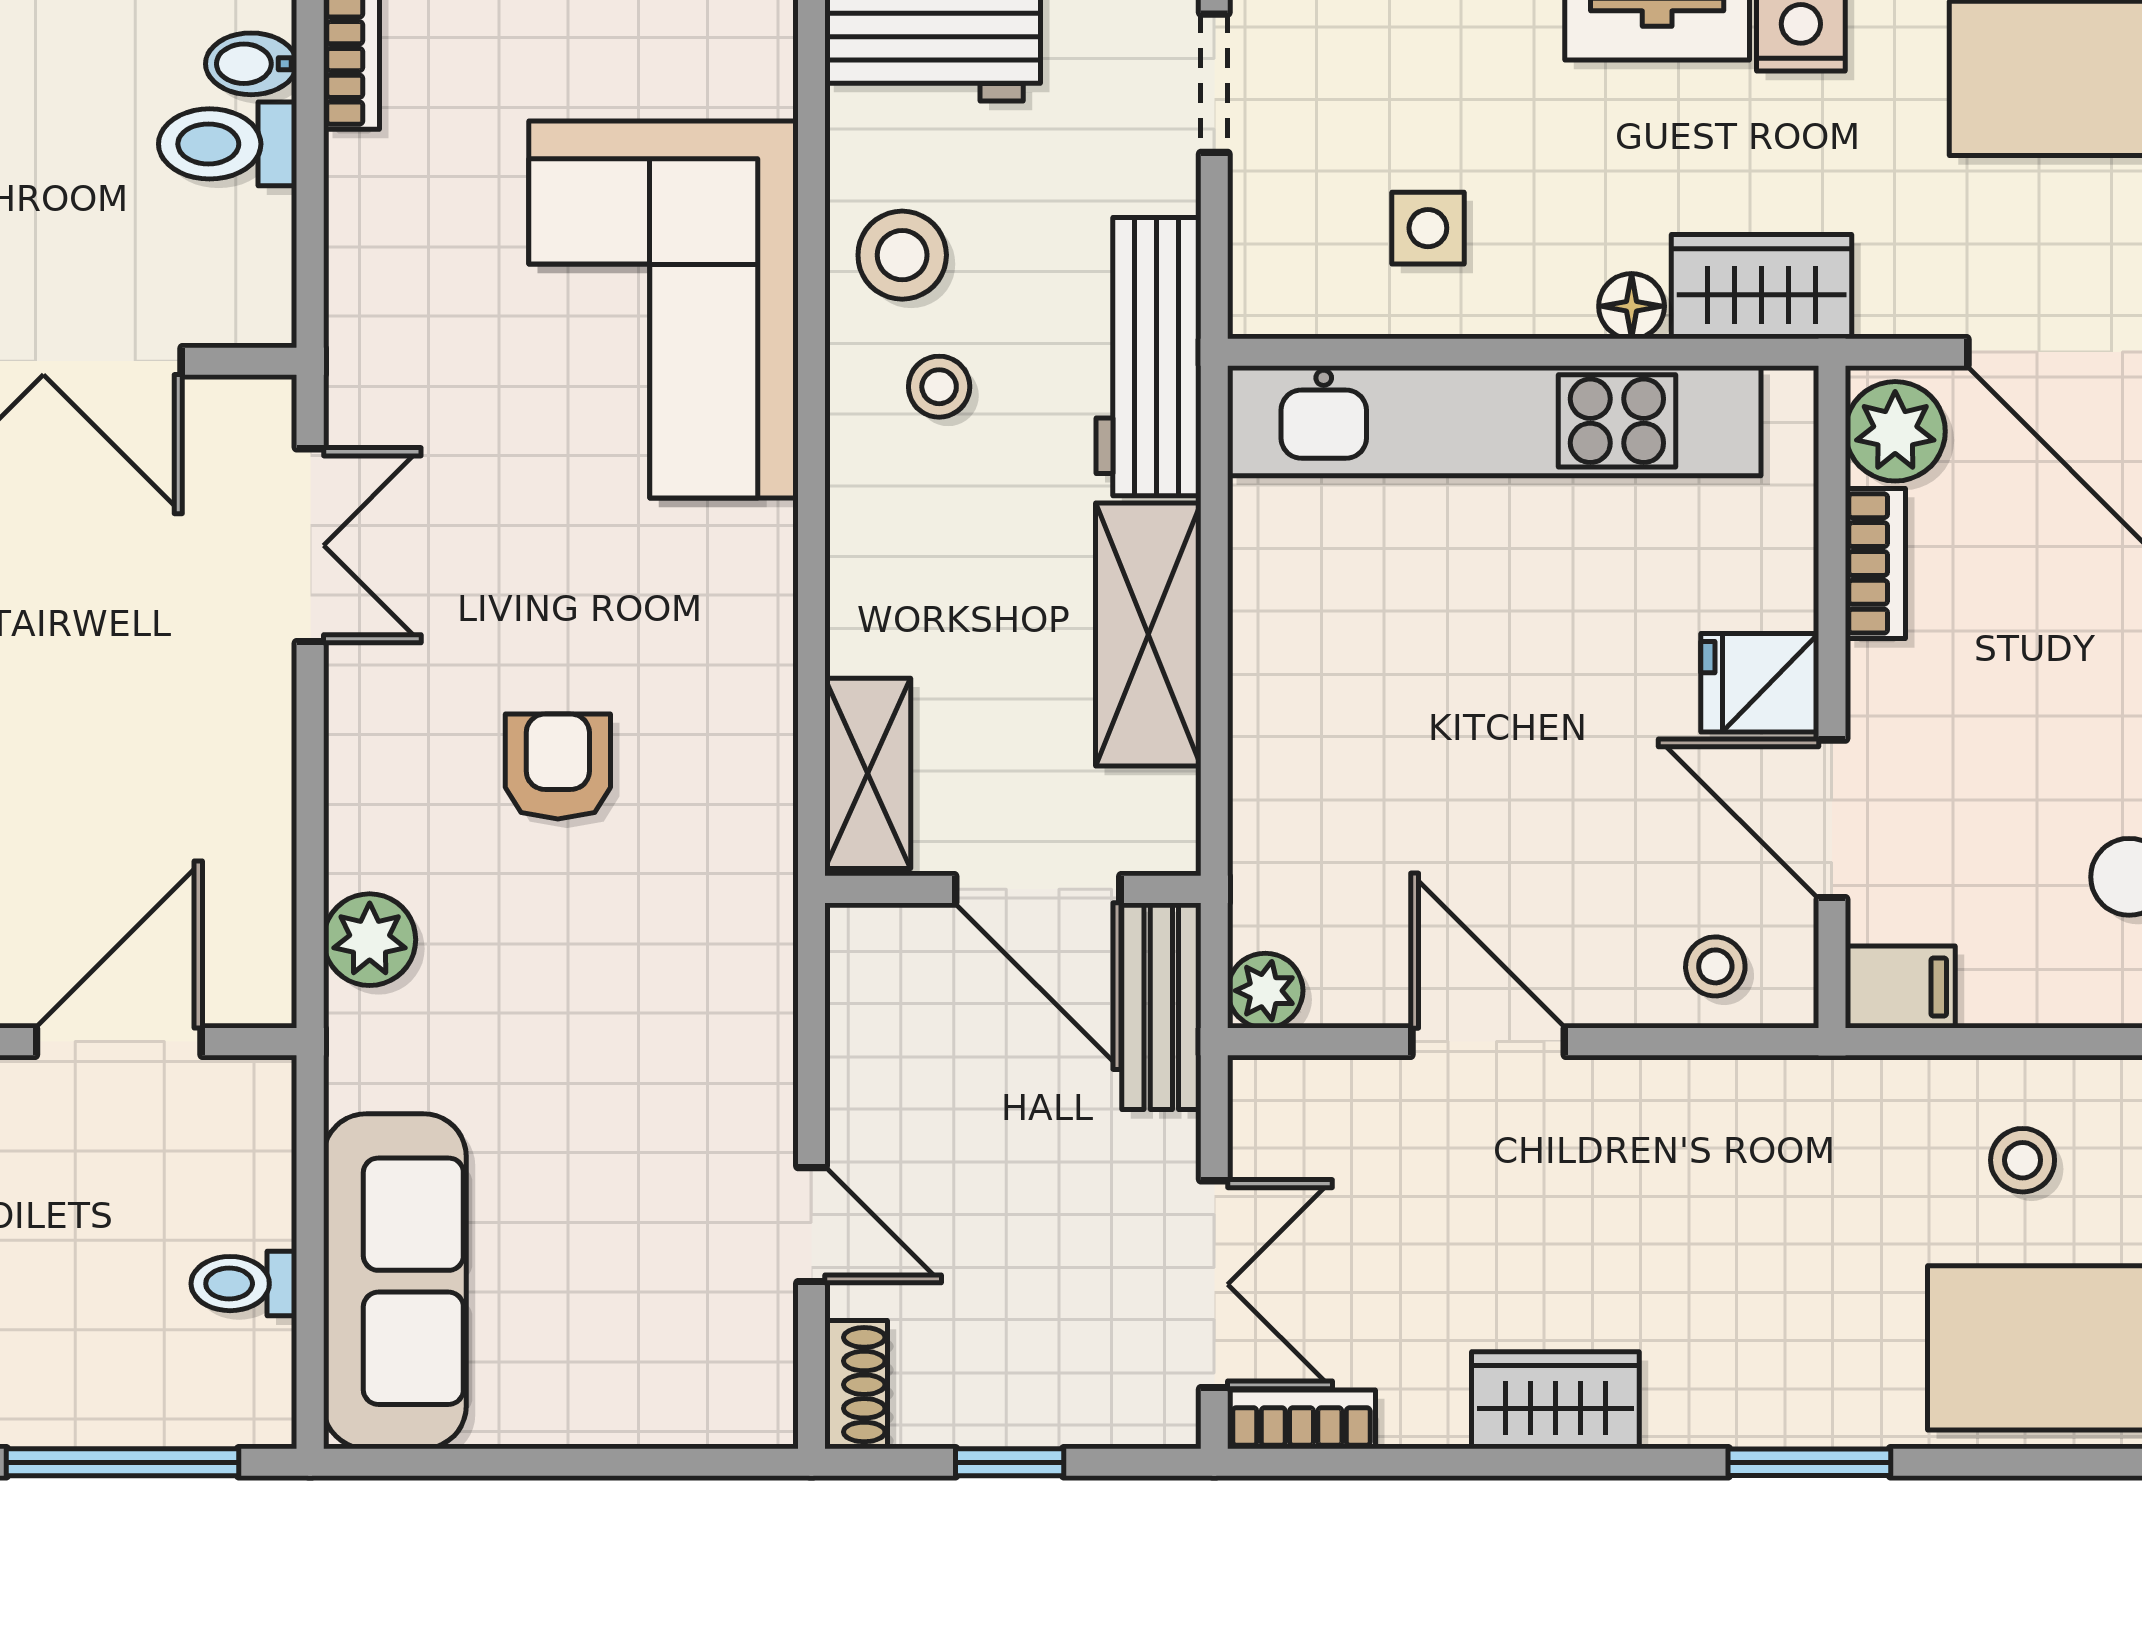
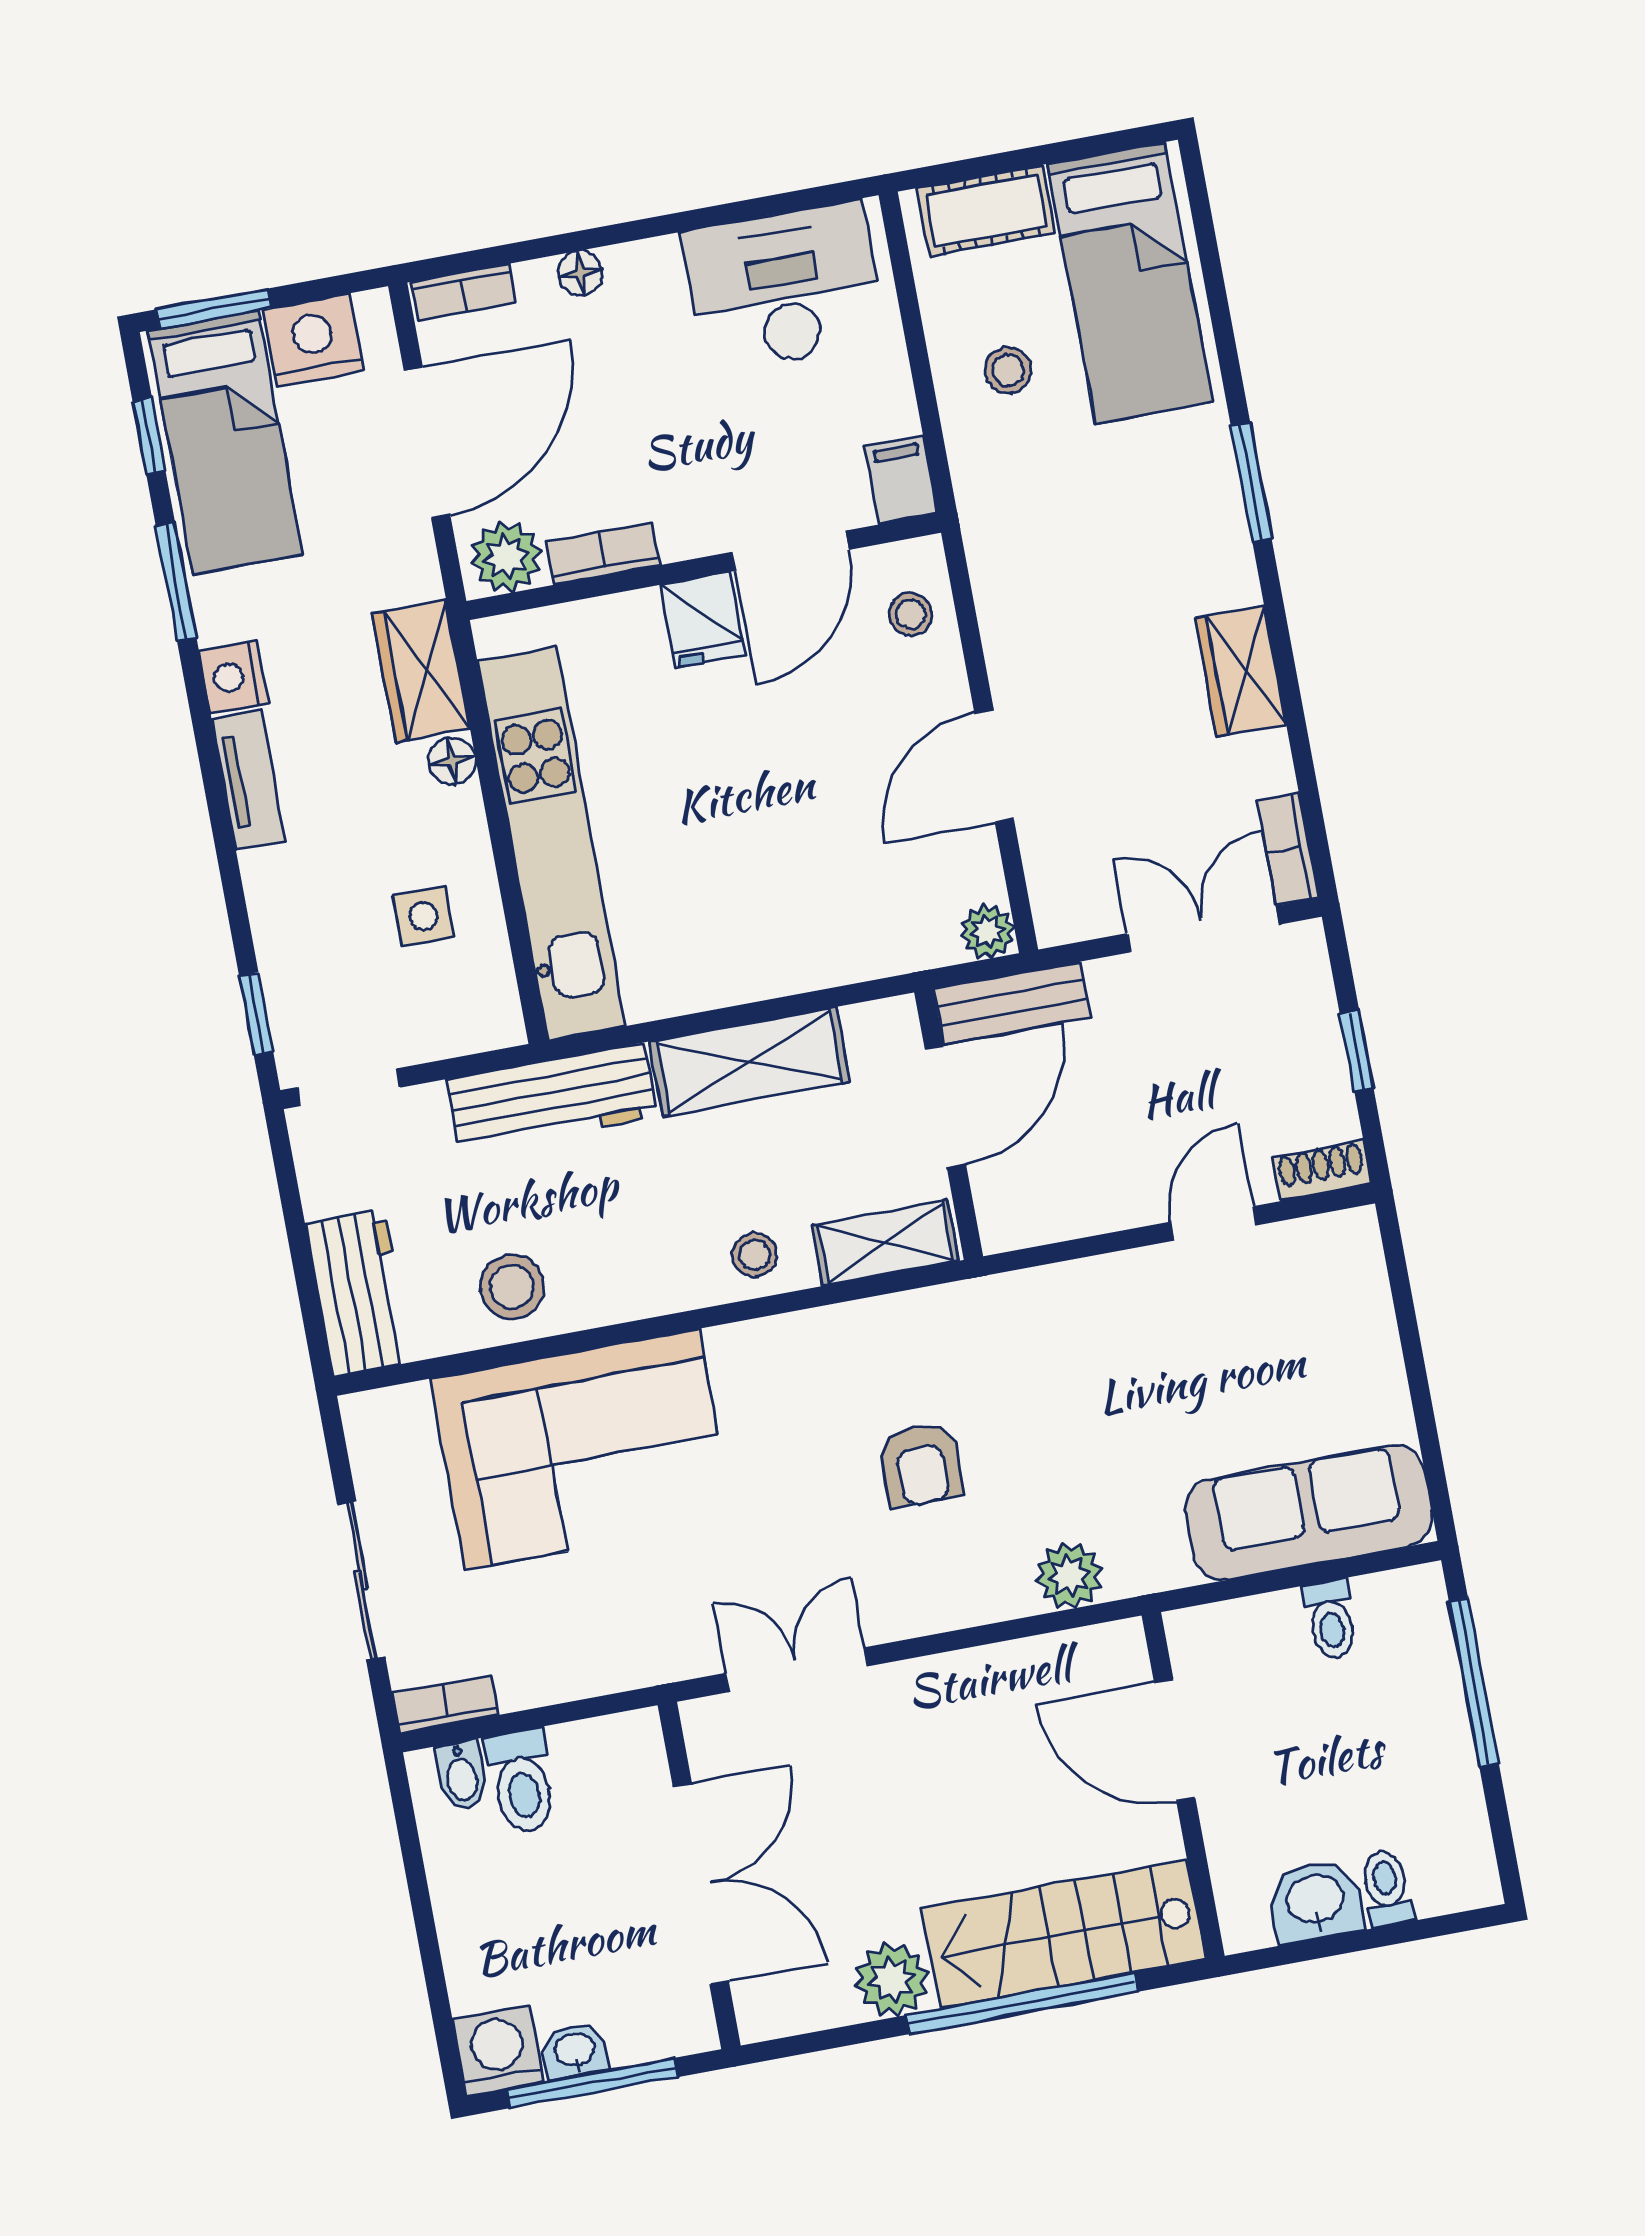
stool: (939, 387) -> (755, 1255), moved
armchair: (558, 766) -> (921, 1464), turned -90

